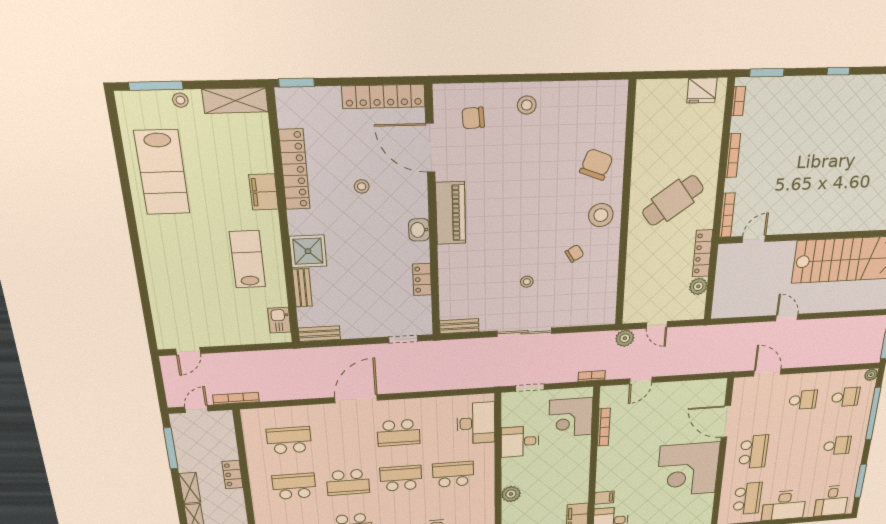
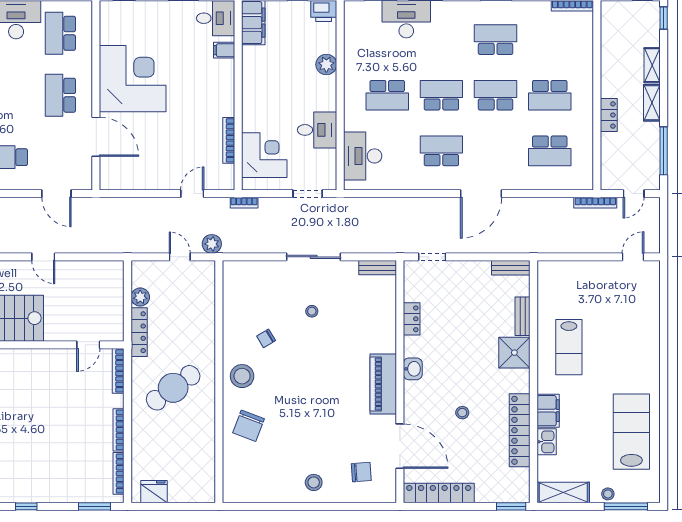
bookcase: (738, 101) -> (119, 473), width x1.56
kitchen sink: (279, 320) -> (547, 442), moved
school desk: (401, 478) -> (441, 95), turned 180

